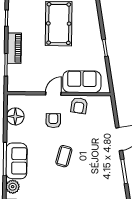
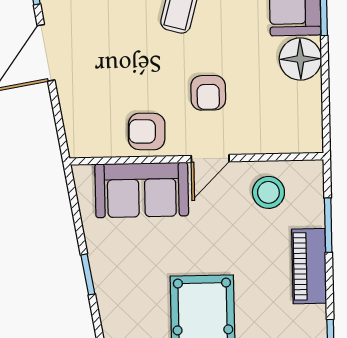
stool: (30, 79) -> (268, 192), added
armchair: (79, 106) -> (147, 132), turned -96
floor lamp: (15, 116) -> (300, 59), moved

